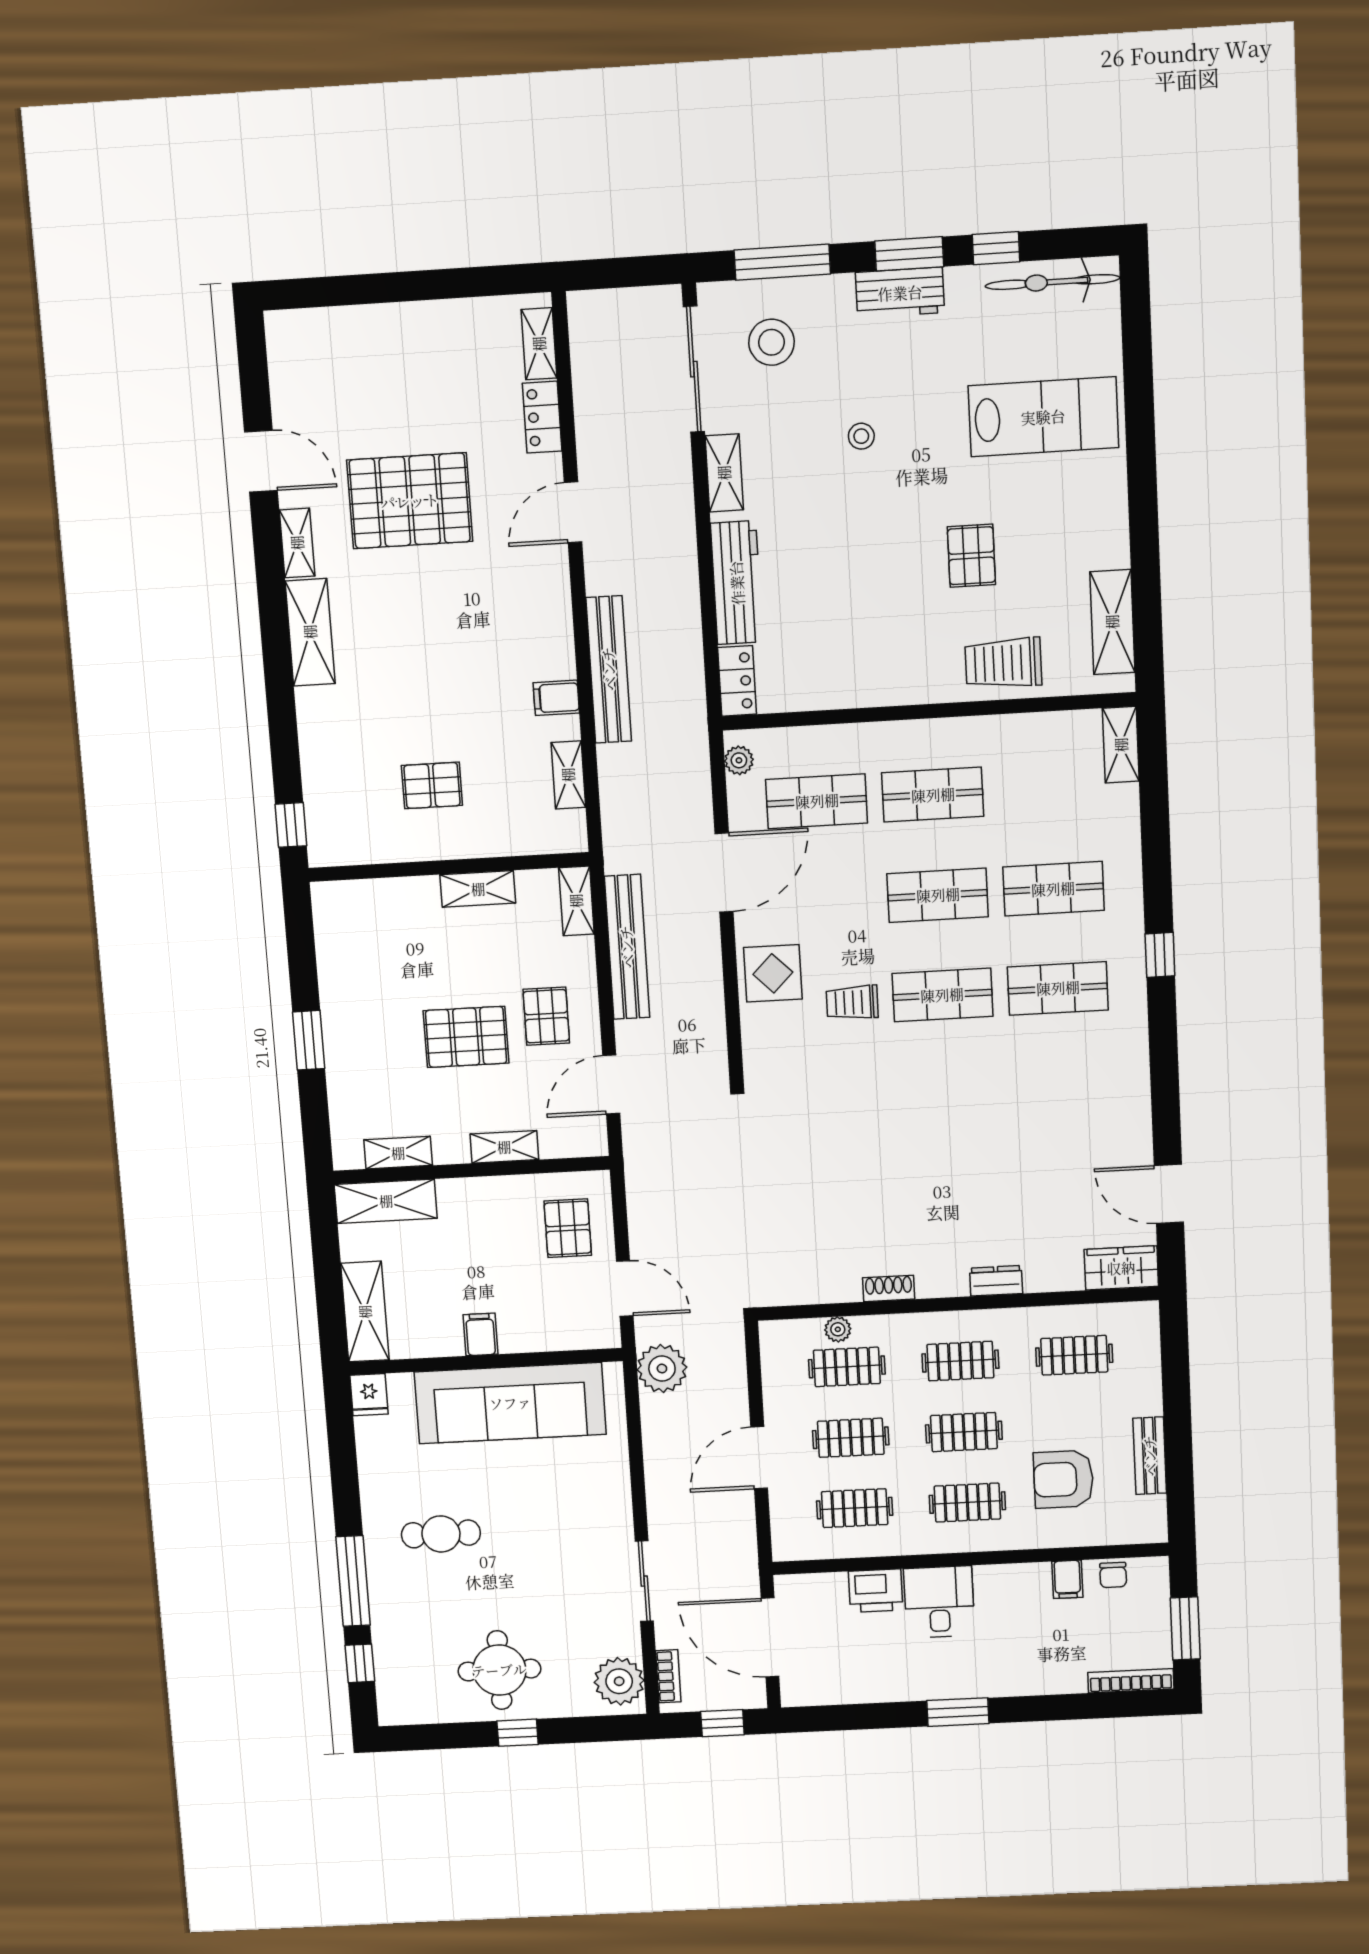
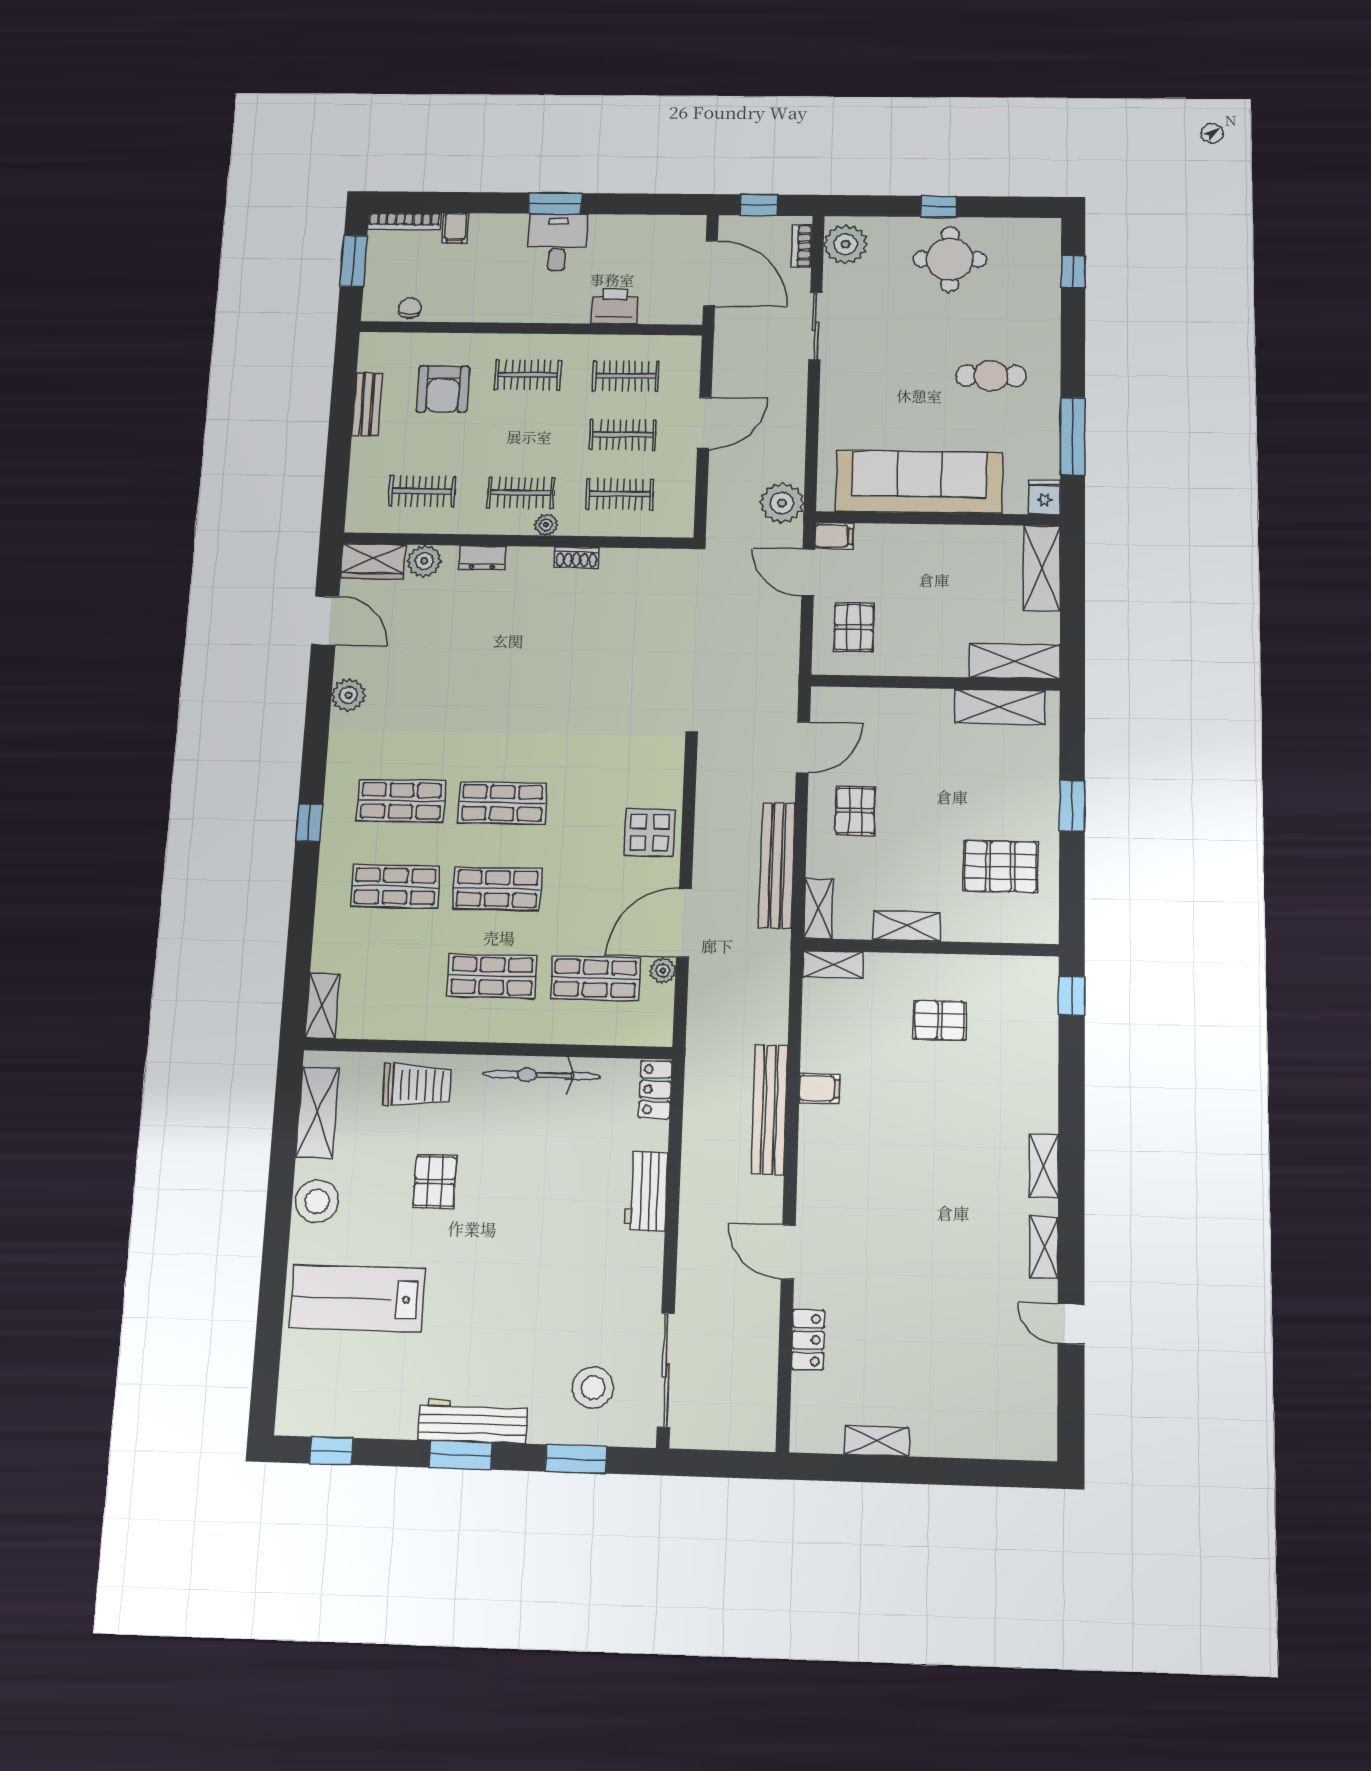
window: (996, 248) -> (331, 1451), moved
window: (782, 262) -> (576, 1459), width x0.69
bicycle: (1052, 282) -> (541, 1075), moved, turned 180
workbench: (900, 293) -> (473, 1421), width x1.38
shelving: (539, 344) -> (877, 1441), moved, turned 90
stool: (861, 436) -> (317, 1201), moved, width x1.89, depth x1.89
door: (261, 461) -> (1071, 1324), width x0.73
shelving: (724, 473) -> (648, 1275), removed
pallet: (410, 501) -> (937, 1276), removed
door: (573, 512) -> (788, 1252), swing flipped
workbench: (737, 583) -> (646, 1191), width x0.73
shelving: (310, 632) -> (1044, 1166), width x0.67, depth x0.75
plant: (739, 760) -> (663, 971), moved
shelving: (568, 775) -> (833, 964), moved, turned 90
trolley: (852, 1002) -> (582, 802), removed
pallet: (466, 1037) -> (1001, 866), moved
plant: (1132, 1108) -> (348, 695), added
shelving: (504, 1147) -> (904, 701), removed
shelving: (398, 1153) -> (1000, 707), width x1.50, depth x1.33
plant: (1063, 1272) -> (424, 561), added
plant: (838, 1329) -> (546, 525), moved
filing cabinet: (481, 1334) -> (834, 536), moved, turned -90
clothes rail: (964, 1432) -> (524, 433), removed
armchair: (1063, 1479) -> (443, 389), turned 90
filing cabinet: (1067, 1579) -> (455, 228), moved, turned 180
window: (353, 1581) -> (1073, 436), moved
desk: (939, 1602) -> (557, 242), moved, turned 180

